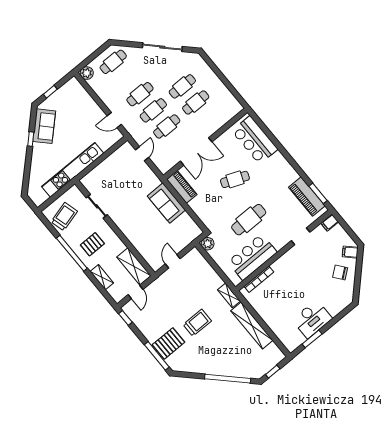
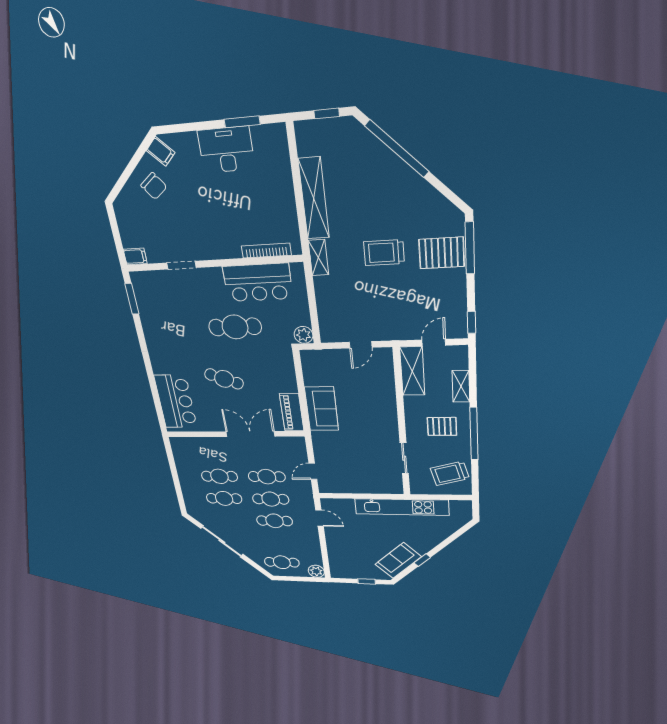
piano: (307, 197) -> (148, 304), removed
filing cabinet: (350, 252) -> (161, 151), moved

